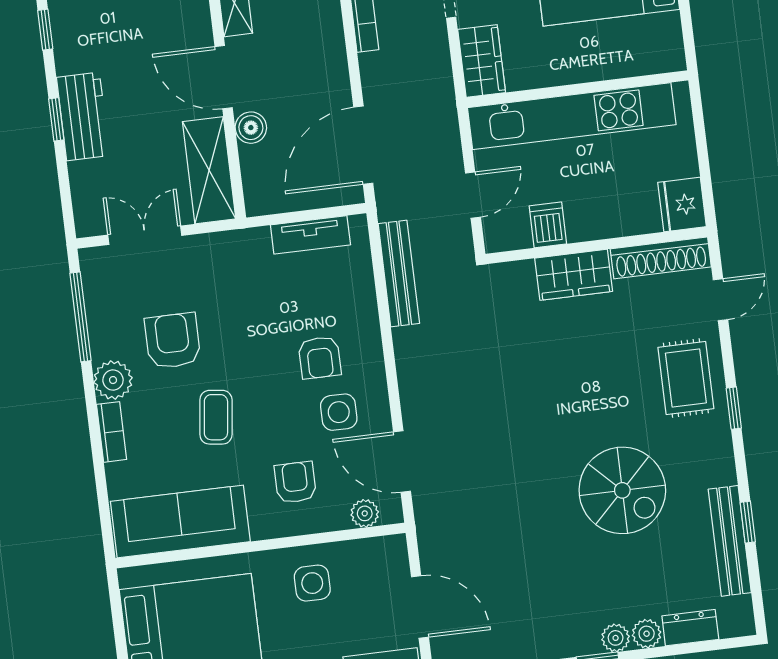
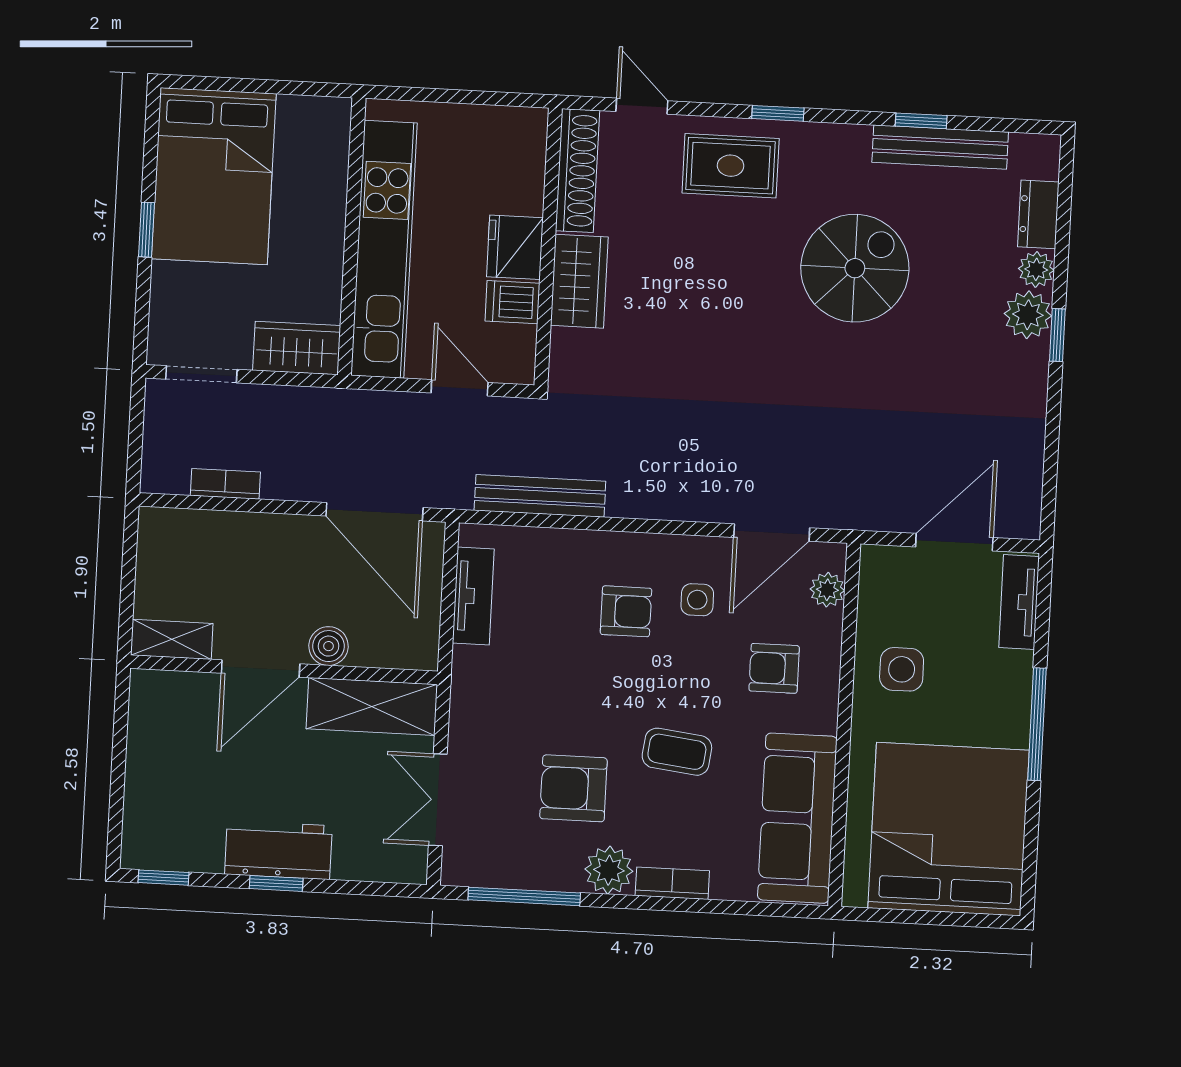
fridge: (682, 205) -> (515, 247), moved, turned 90
side table: (339, 412) -> (697, 600), width x0.73, depth x0.73
plant: (616, 638) -> (1028, 315), width x1.38, depth x1.38

